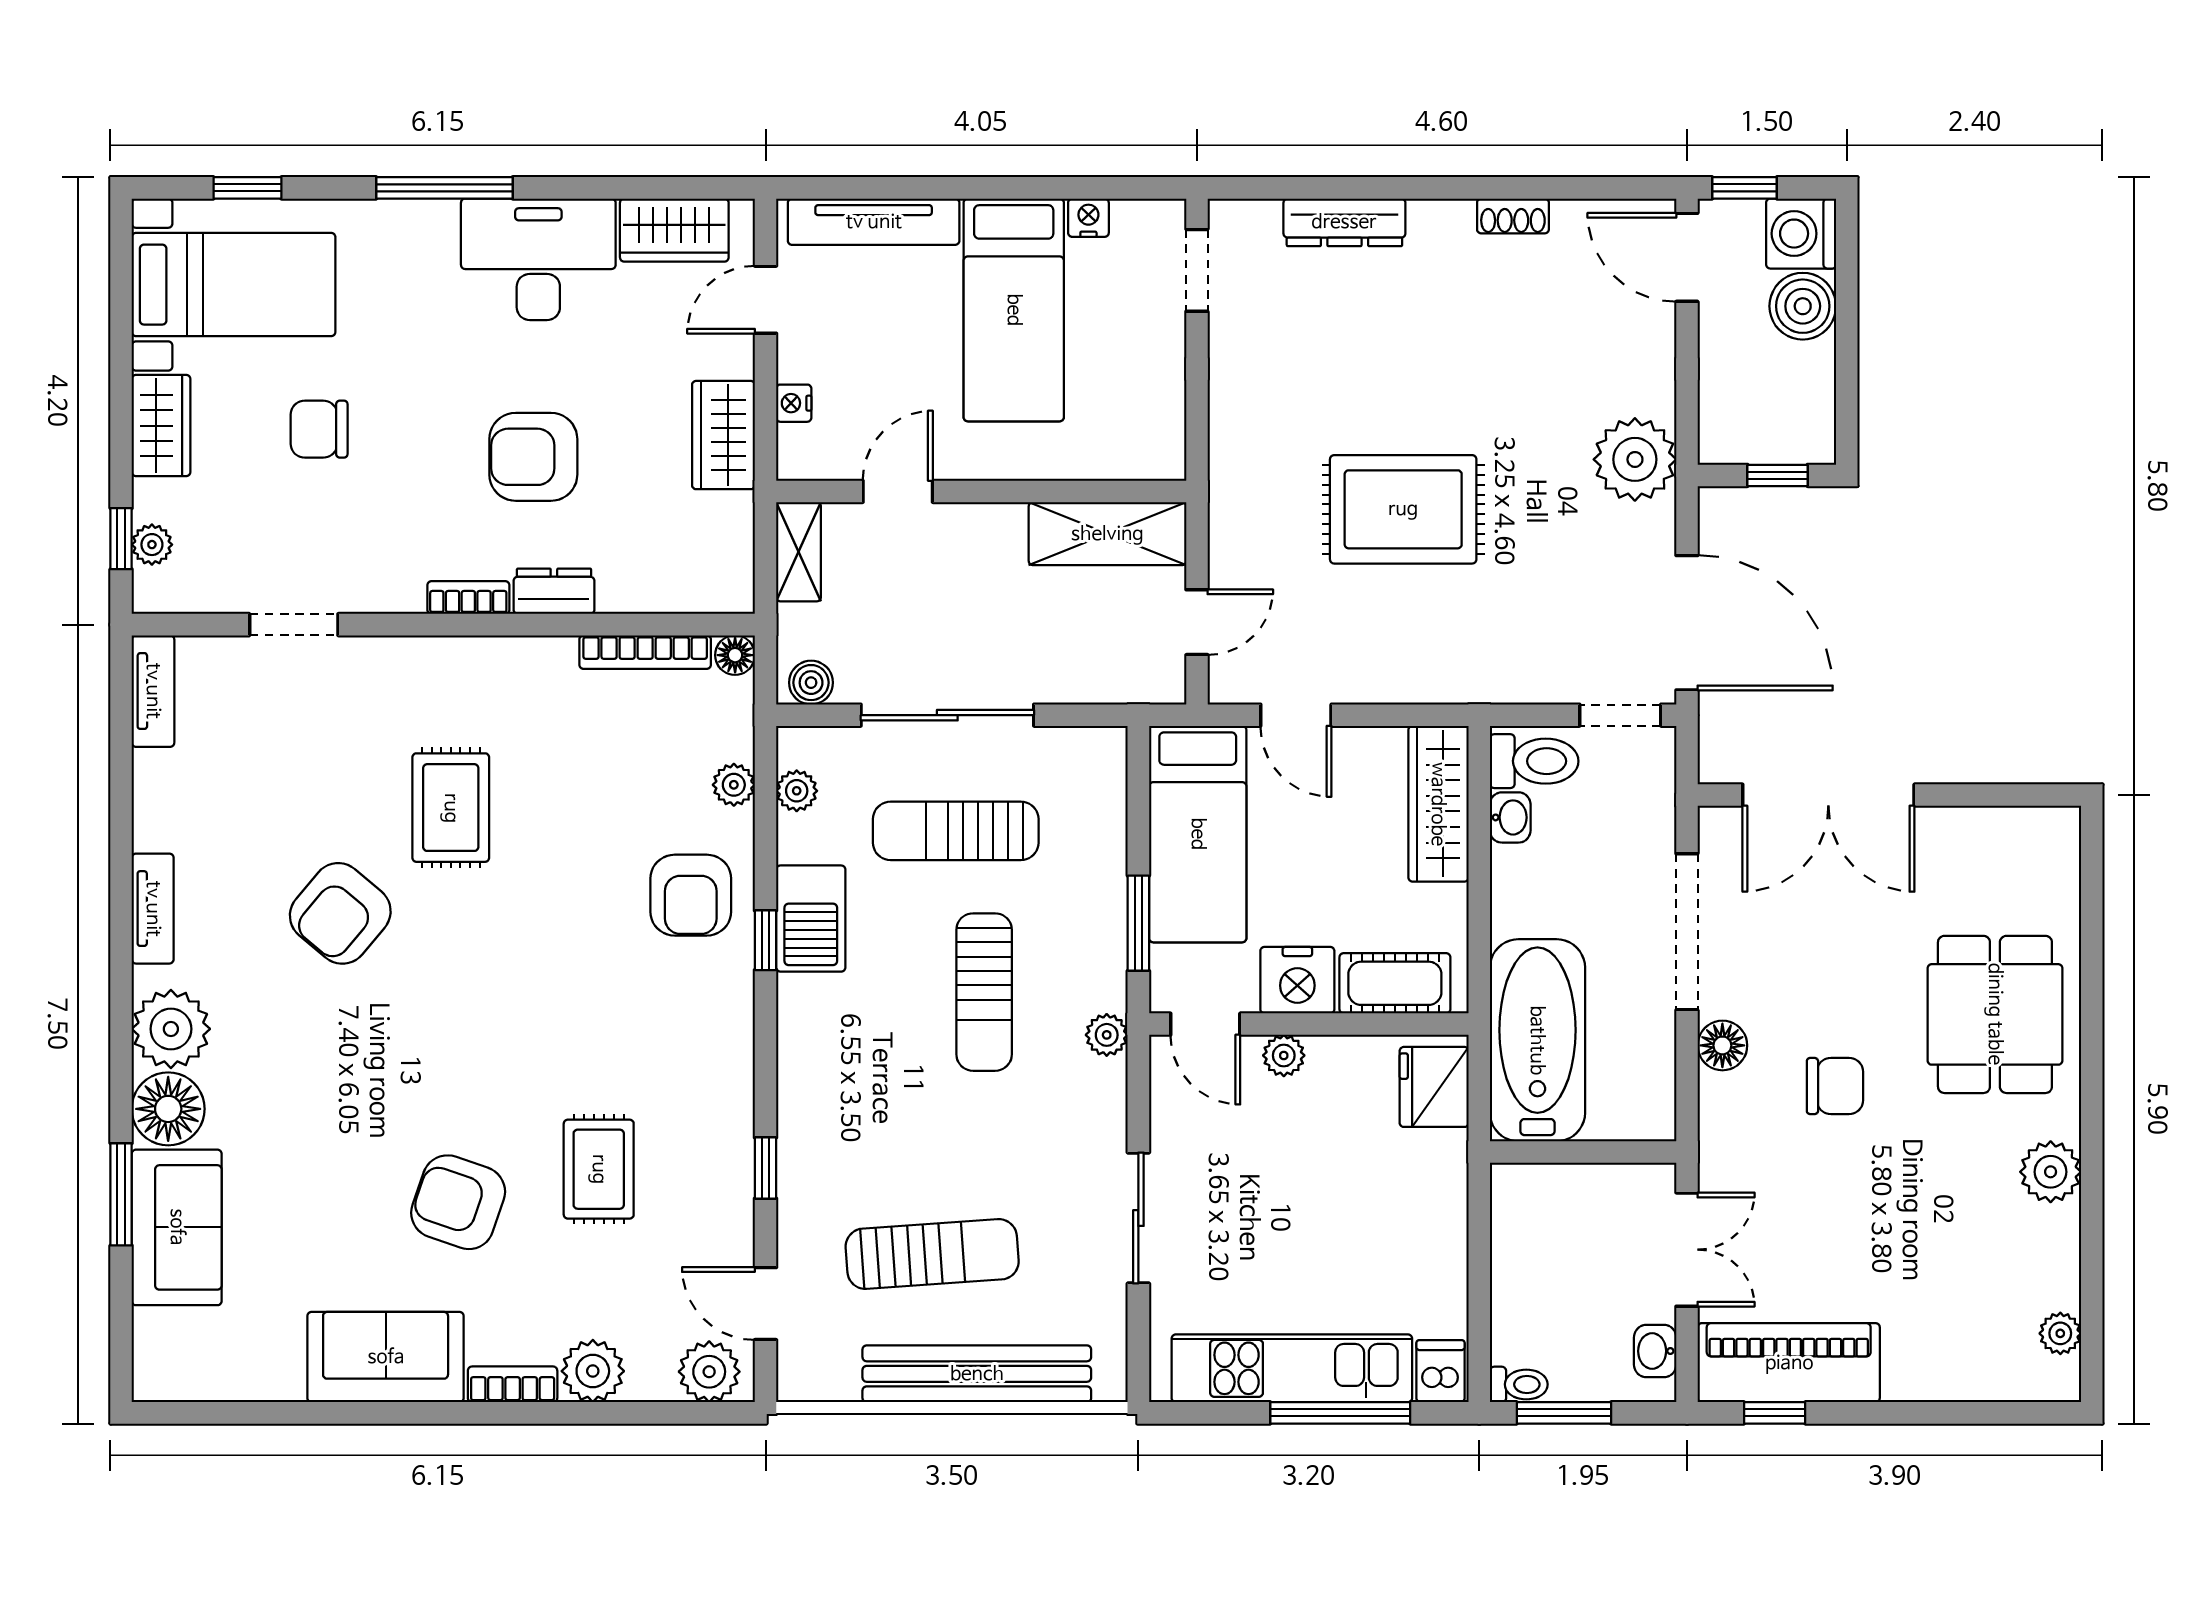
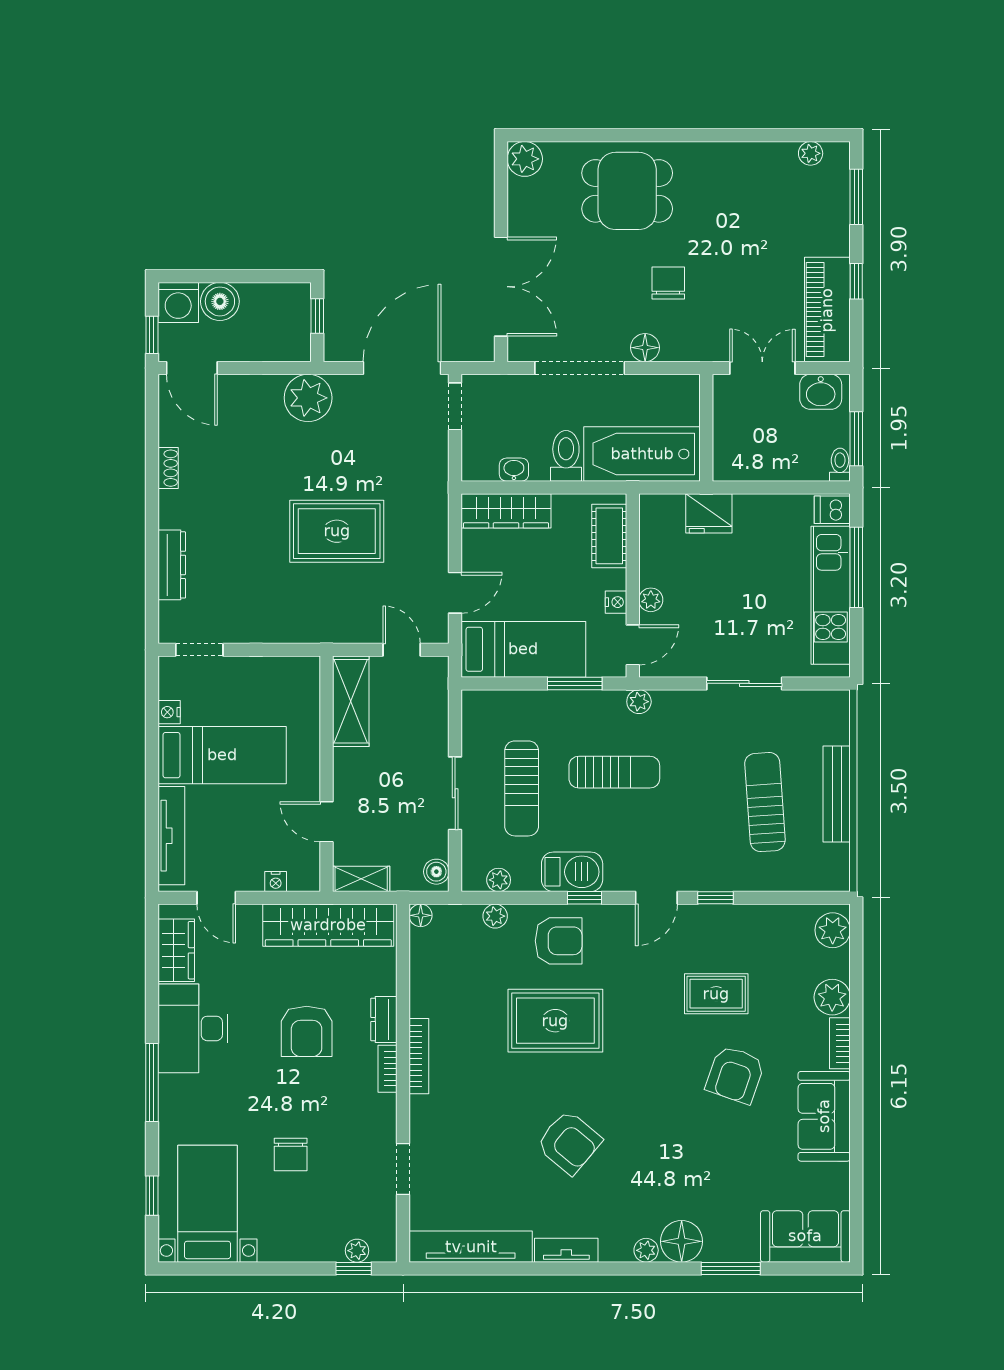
door: (1687, 257) -> (192, 368), hinge flipped
wardrobe: (161, 426) -> (289, 1245), removed
wardrobe: (723, 435) -> (328, 925), width x2.10, depth x1.17
rug: (1403, 509) -> (337, 531), turned 90
bookcase: (645, 652) -> (419, 1056), moved
tv unit: (153, 691) -> (471, 1247), width x1.92, depth x1.29
sliding door: (947, 715) -> (455, 793), width x0.73
toilet: (1534, 761) -> (566, 456), moved
rug: (451, 808) -> (555, 1021), moved, width x1.36, depth x1.43
nightstand: (1297, 980) -> (616, 602), width x0.53, depth x0.56
plant: (171, 1029) -> (646, 1250), width x0.53, depth x0.53
fridge: (1434, 1087) -> (709, 513), moved
plant: (2051, 1172) -> (525, 159), moved
sofa: (177, 1227) -> (805, 1236), moved
door: (766, 1304) -> (656, 898), moved
washbasin: (1655, 1351) -> (821, 392), width x1.38, depth x1.45
bench: (977, 1374) -> (837, 794), width x0.73, depth x0.82
window: (1775, 1413) -> (856, 281), moved
window: (1984, 1413) -> (856, 197), added

